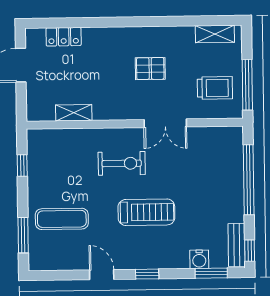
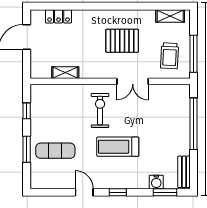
pallet: (150, 69) -> (122, 41), width x1.50, depth x1.42
trolley: (215, 88) -> (170, 56), turned 93
exercise bike: (122, 163) -> (100, 110), turned -90
treadmill: (146, 212) -> (118, 147), turned 180
window: (23, 235) -> (27, 149), moved
window: (250, 251) -> (194, 176), removed

